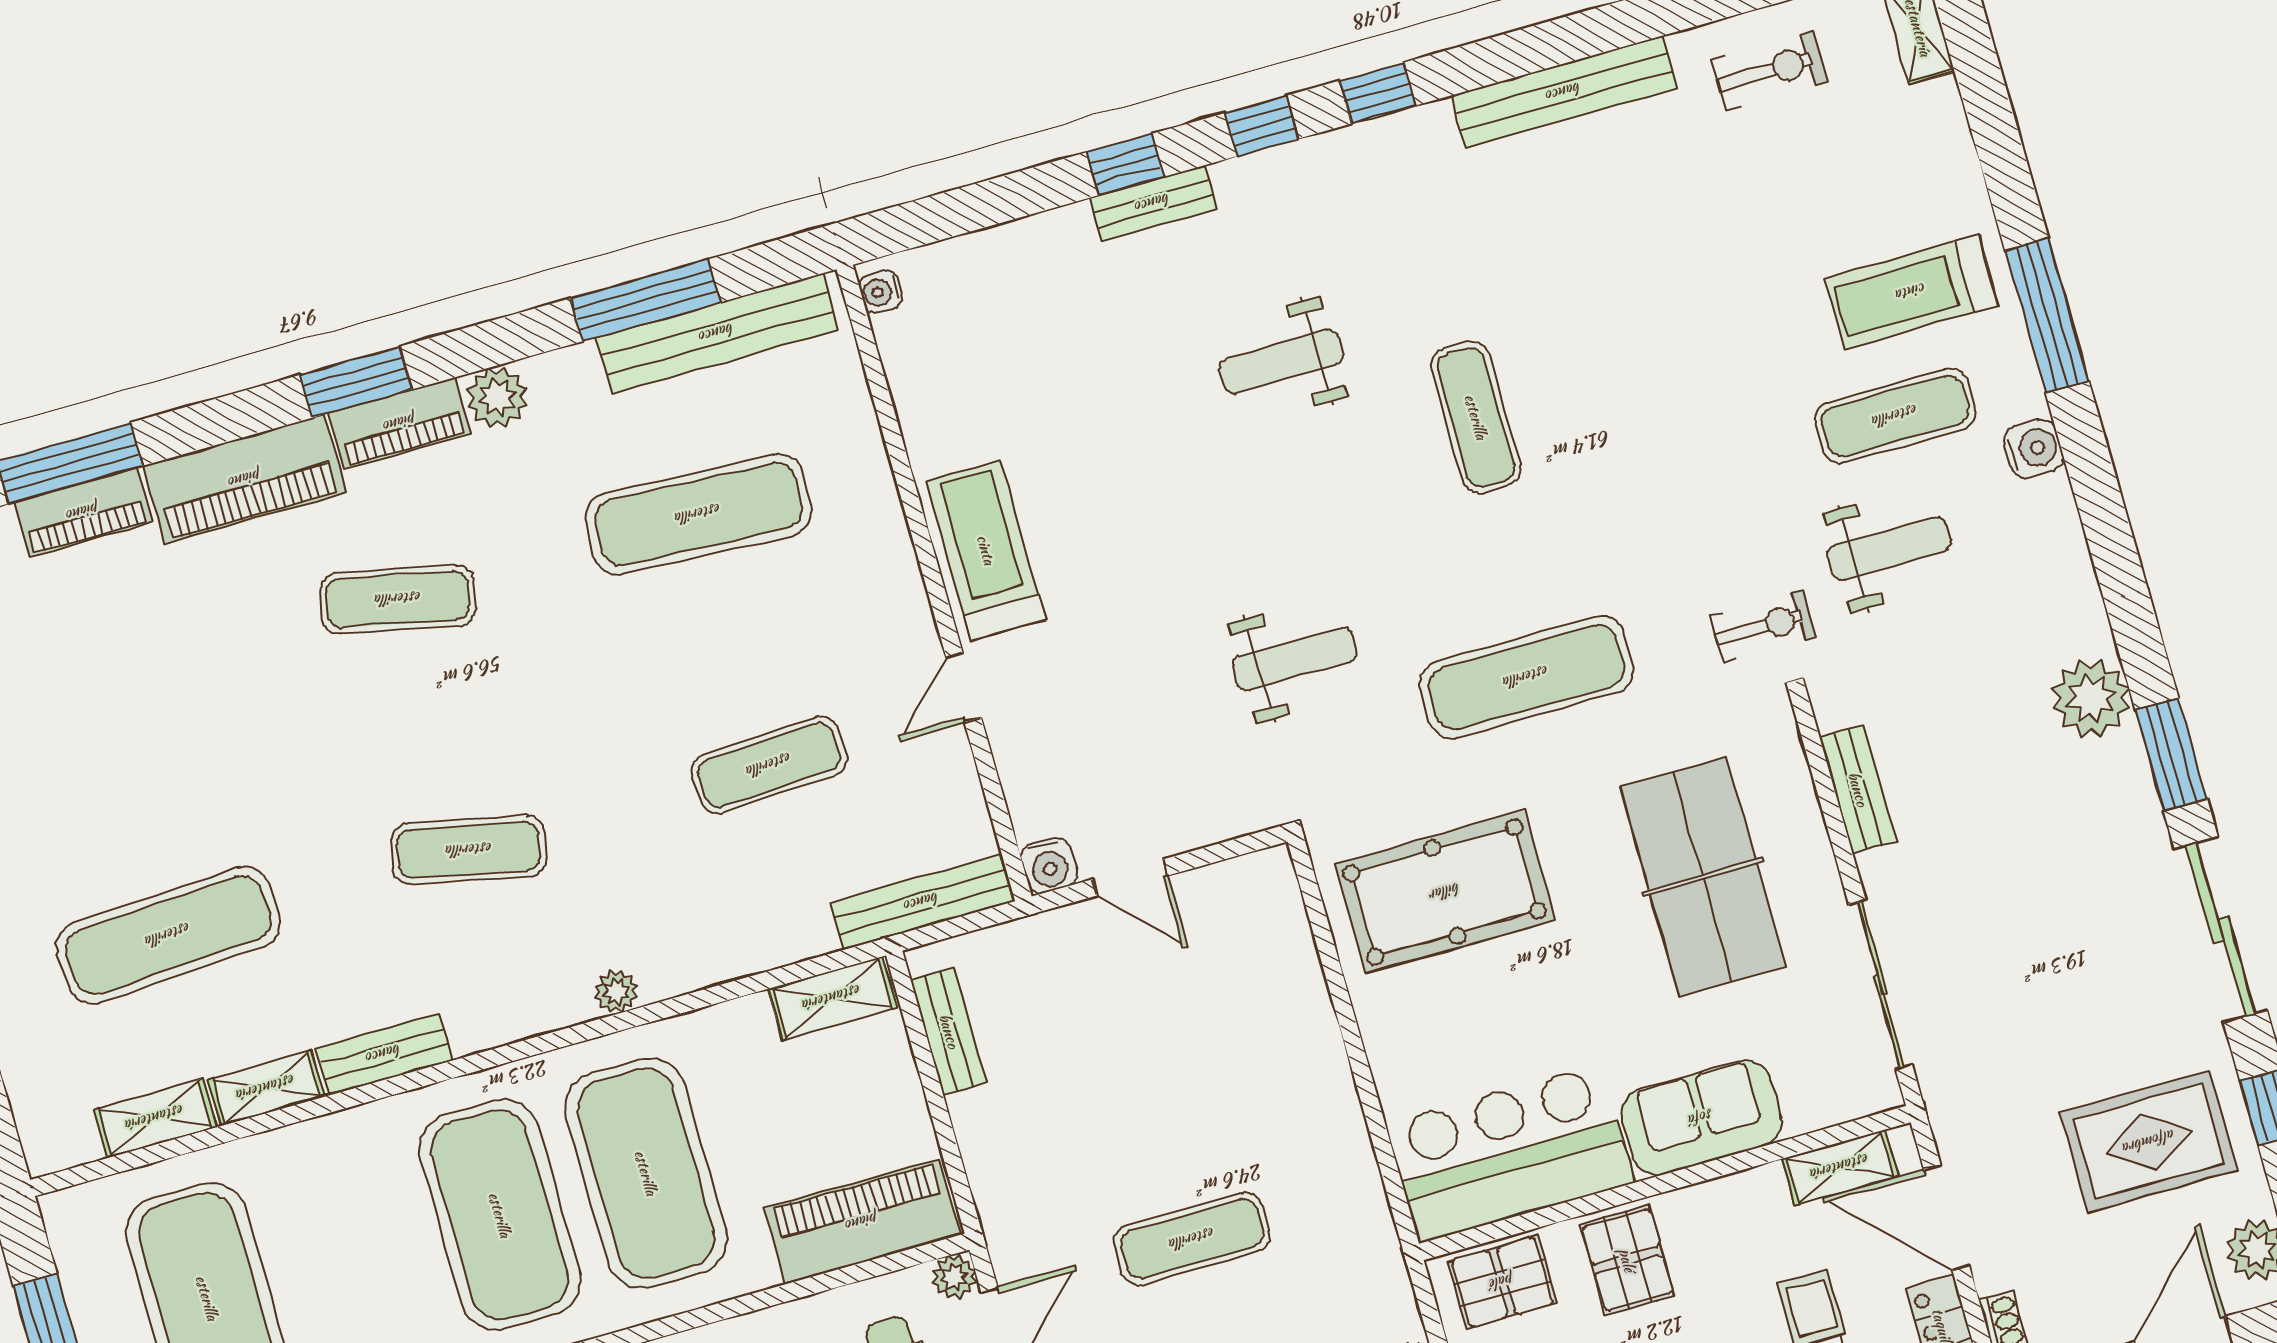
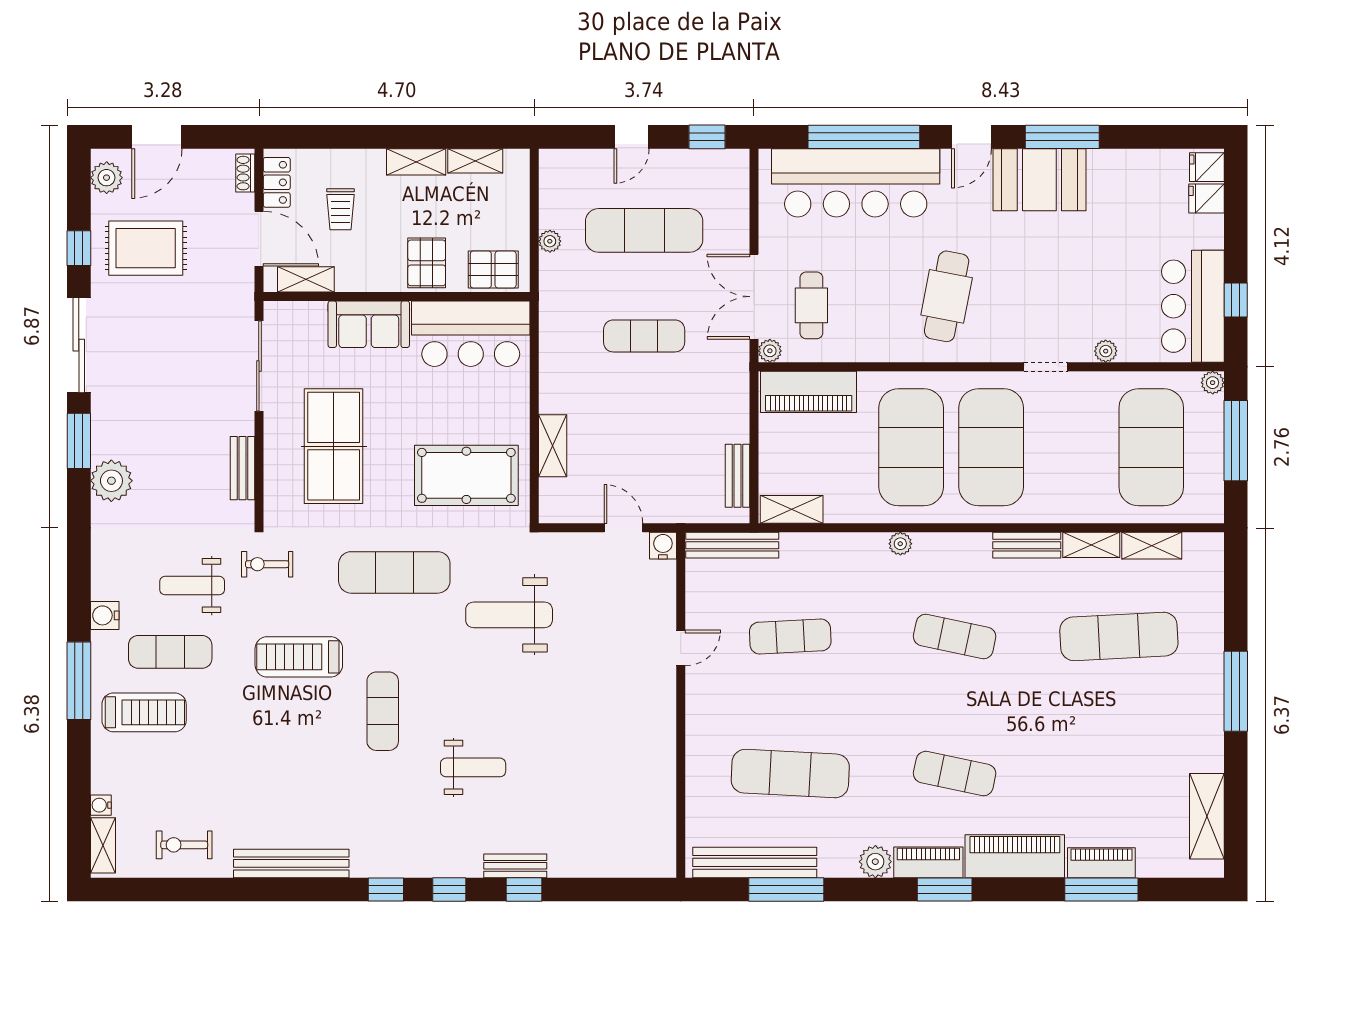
water cooler: (881, 292) -> (101, 805), moved, turned 180
treadmill: (986, 550) -> (299, 657), moved, turned 90
weight bench: (1295, 659) -> (509, 615), width x1.36, depth x1.33
shelving: (1302, 991) -> (553, 446), added

